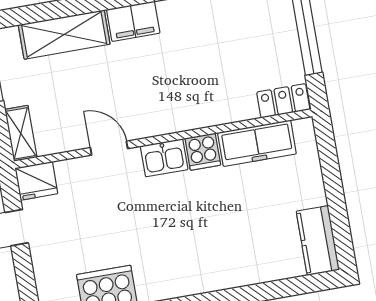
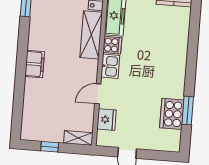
shelving: (64, 35) -> (91, 35), moved
fridge: (36, 181) -> (107, 120), moved

